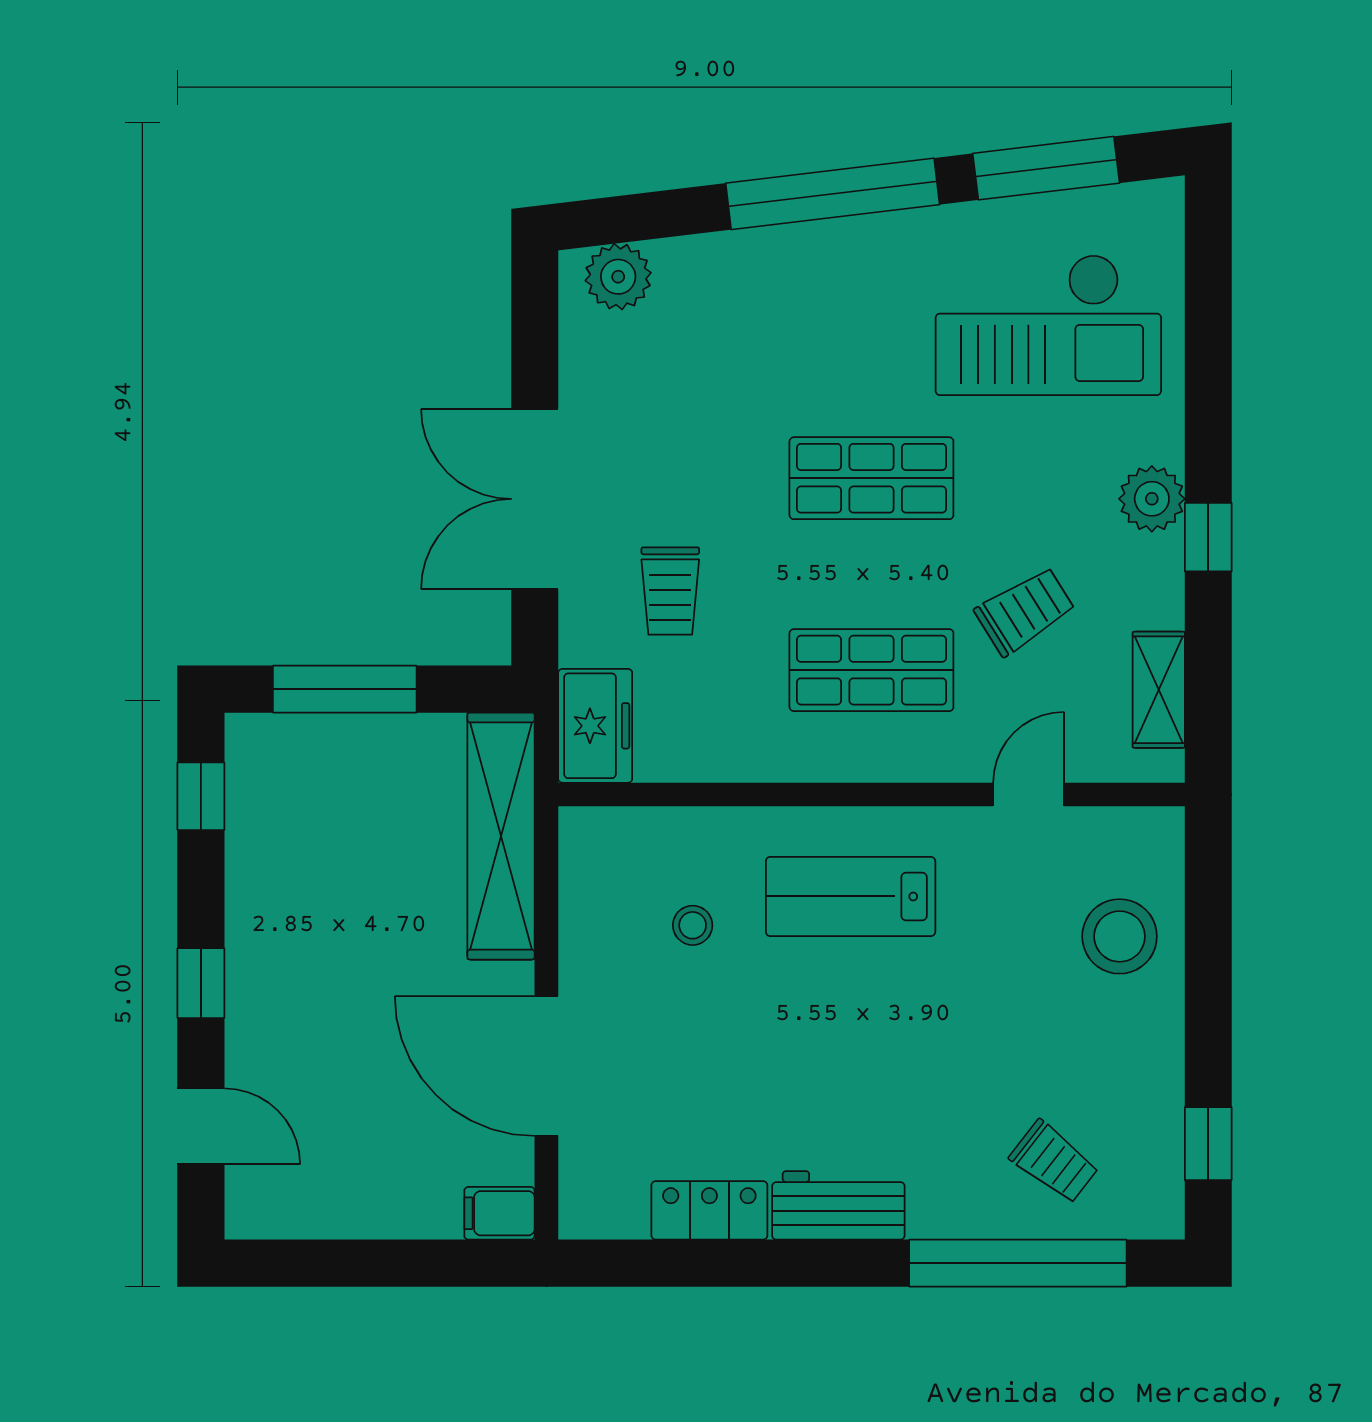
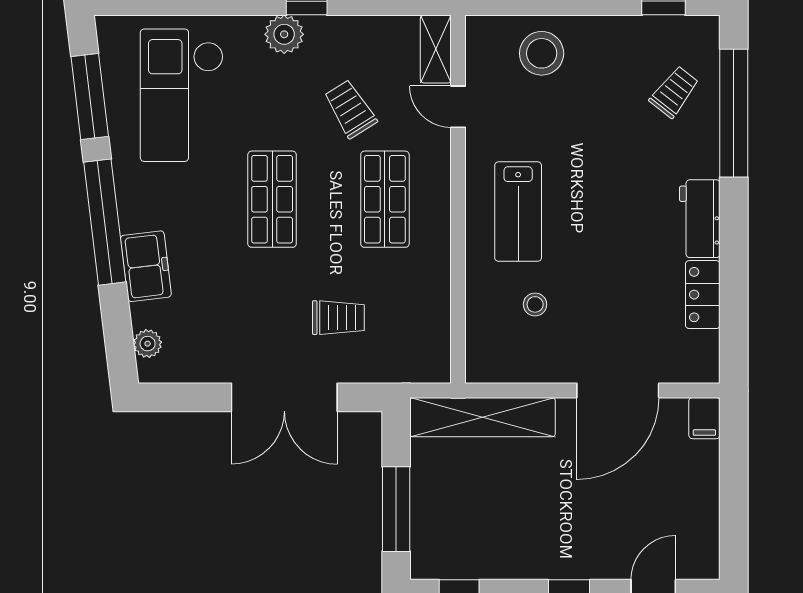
plant: (618, 277) -> (148, 344), width x0.73, depth x0.73
checkout: (1048, 325) -> (182, 95), turned 180
shelving: (1159, 690) -> (436, 49), moved, turned 90
freezer: (595, 726) -> (146, 266), moved, turned 83

